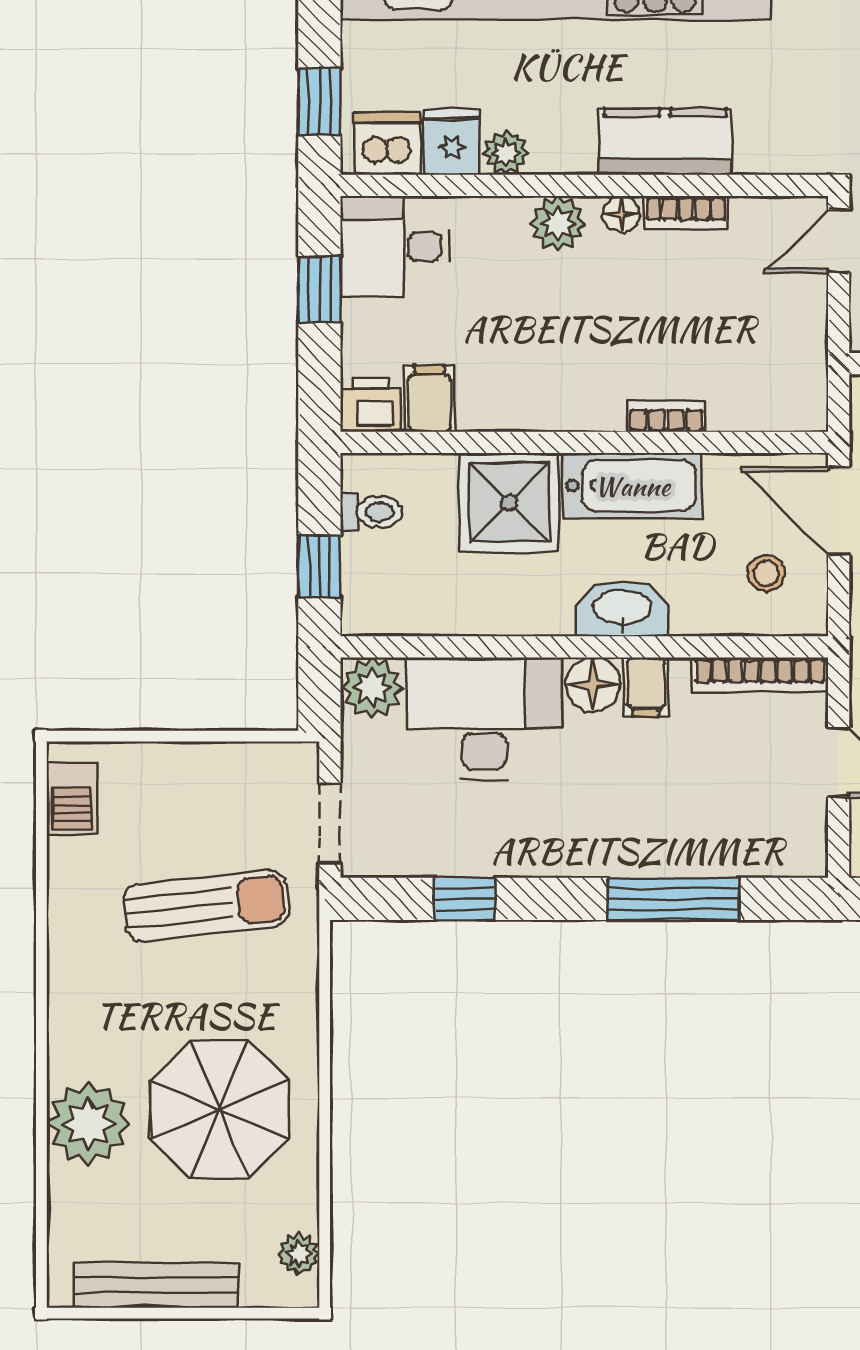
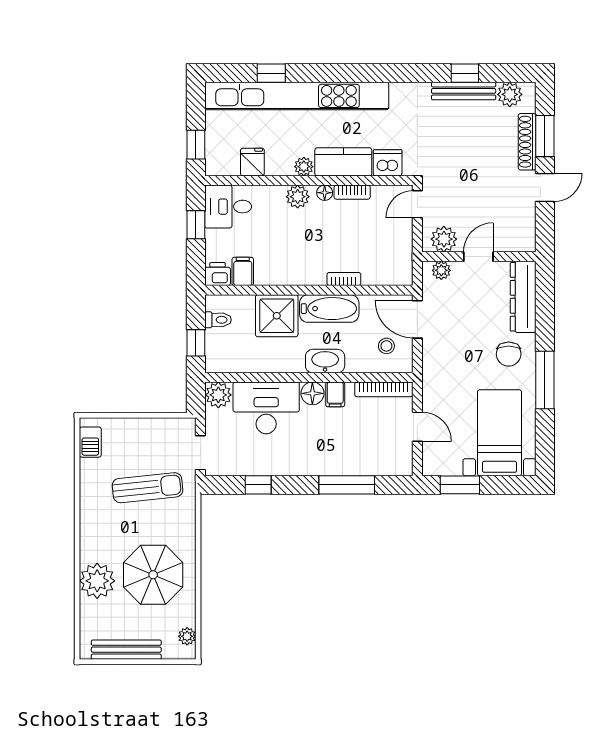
dishwasher: (387, 144) -> (388, 163), moved
plant: (506, 153) -> (304, 167), moved

